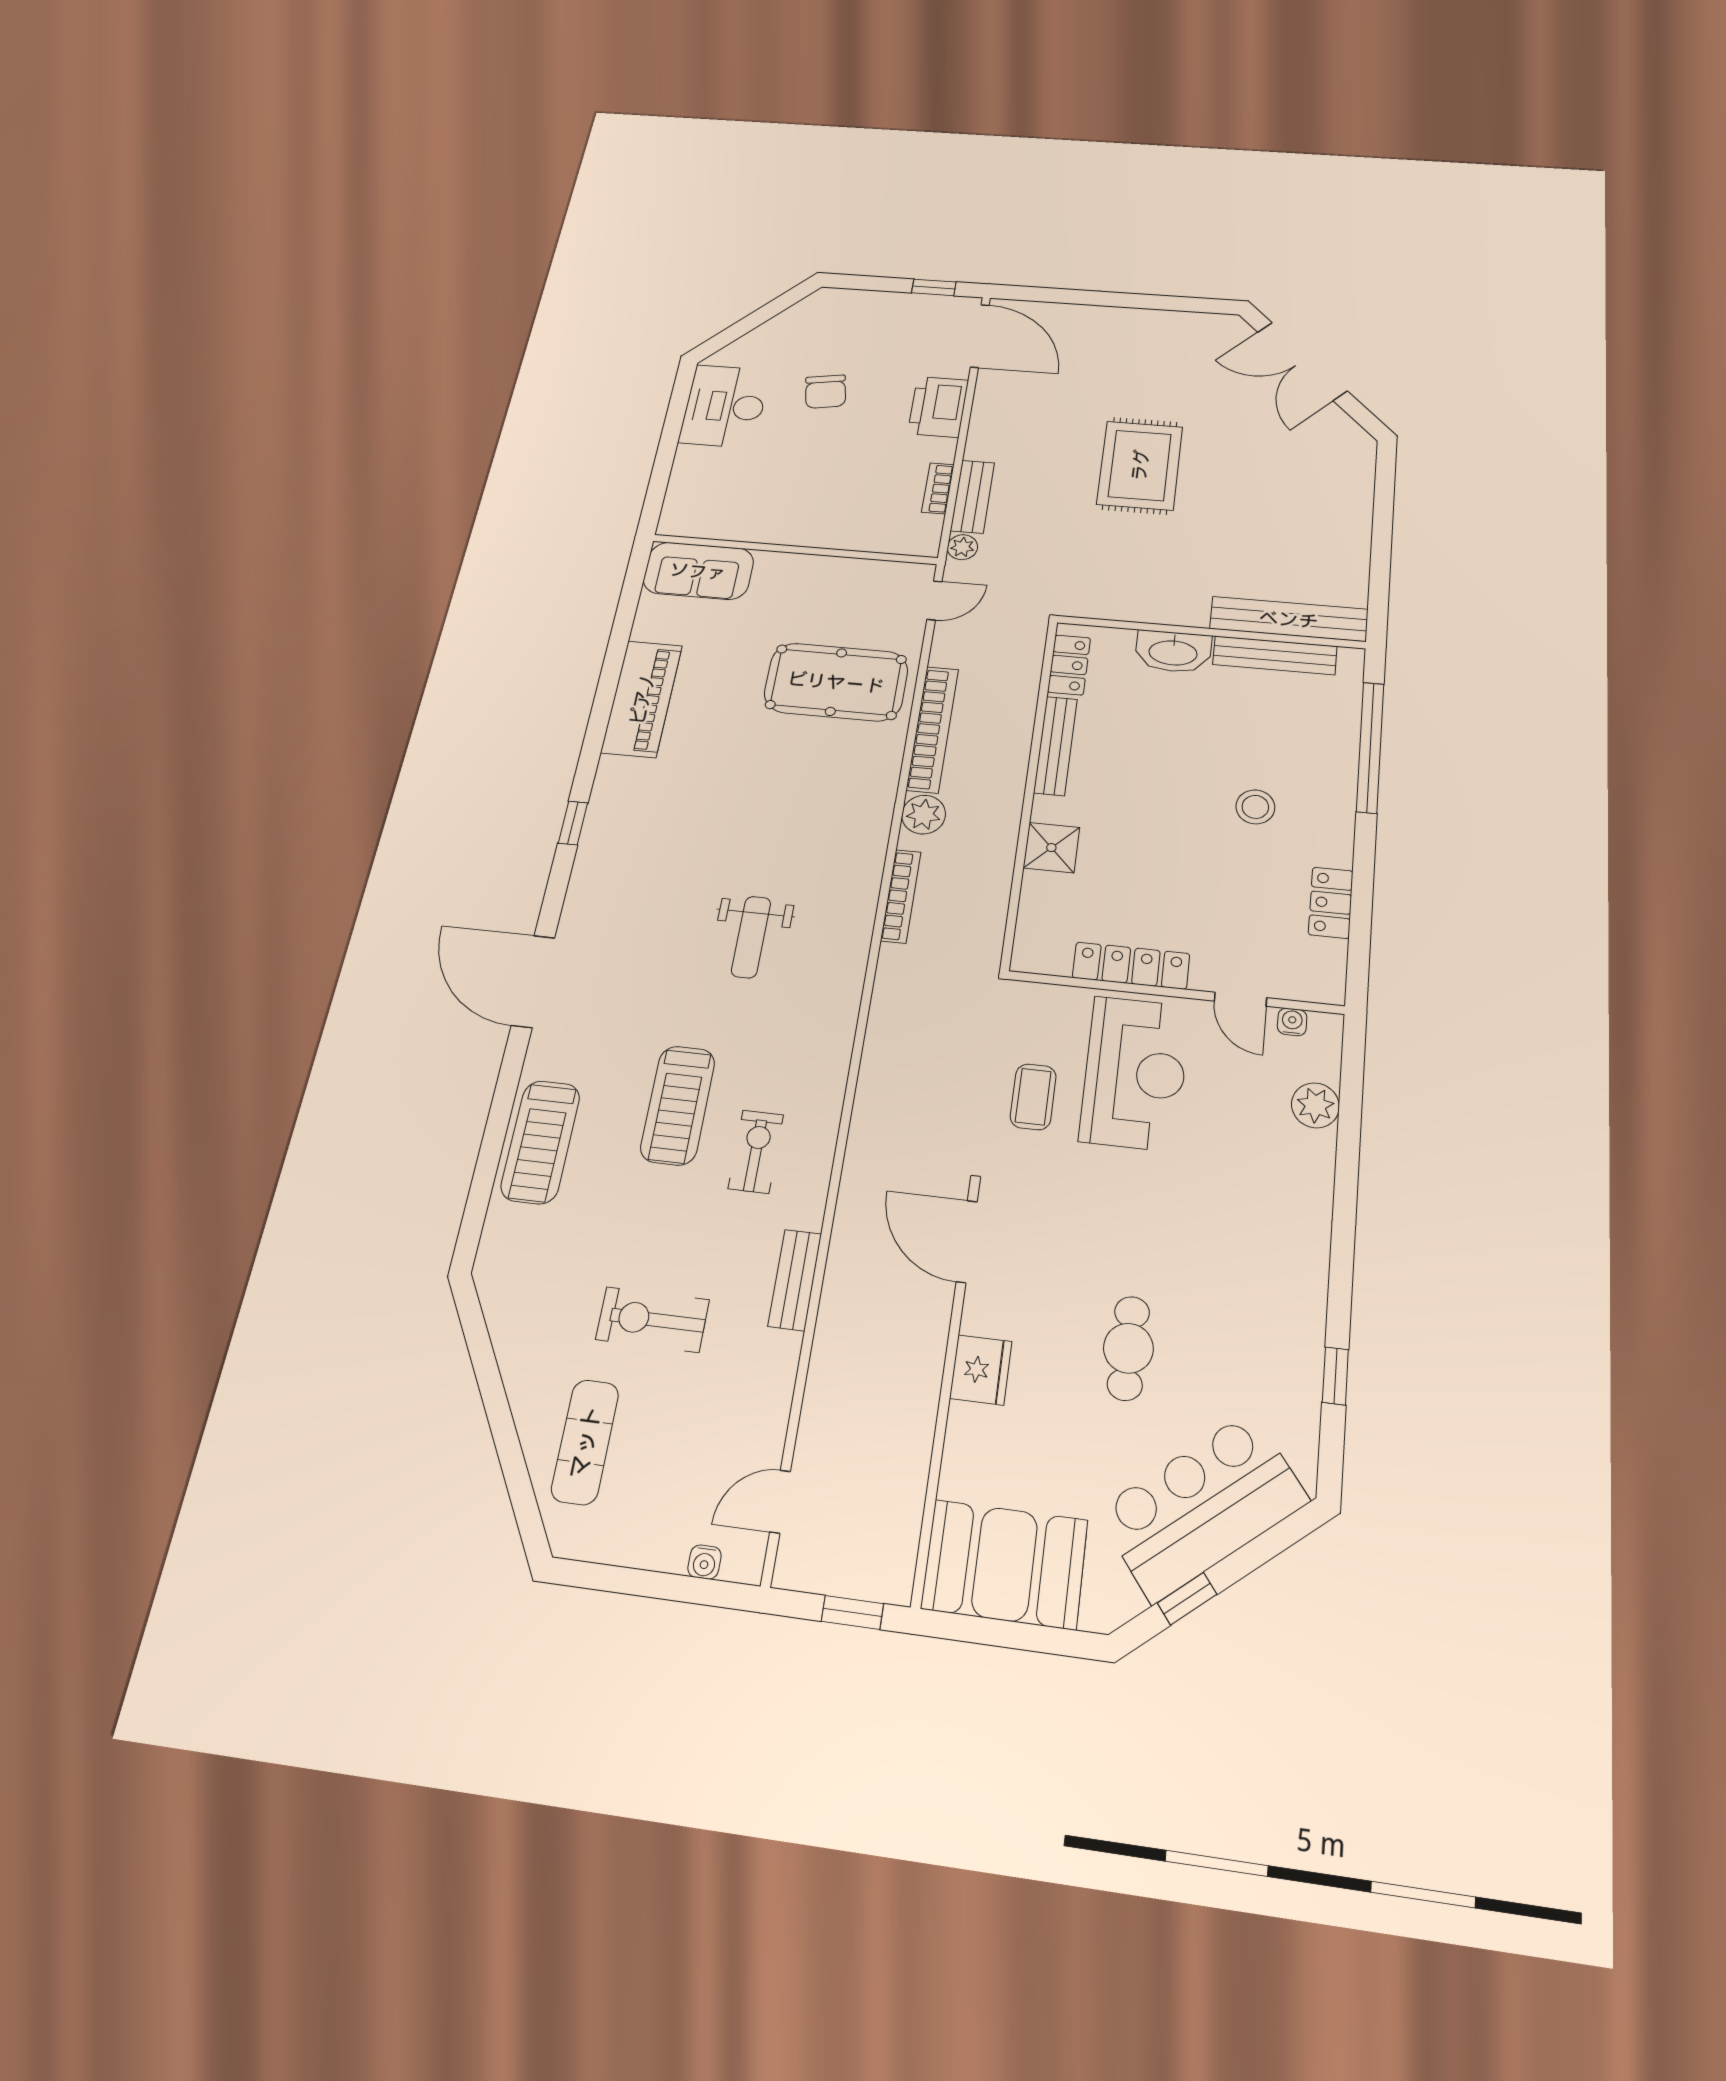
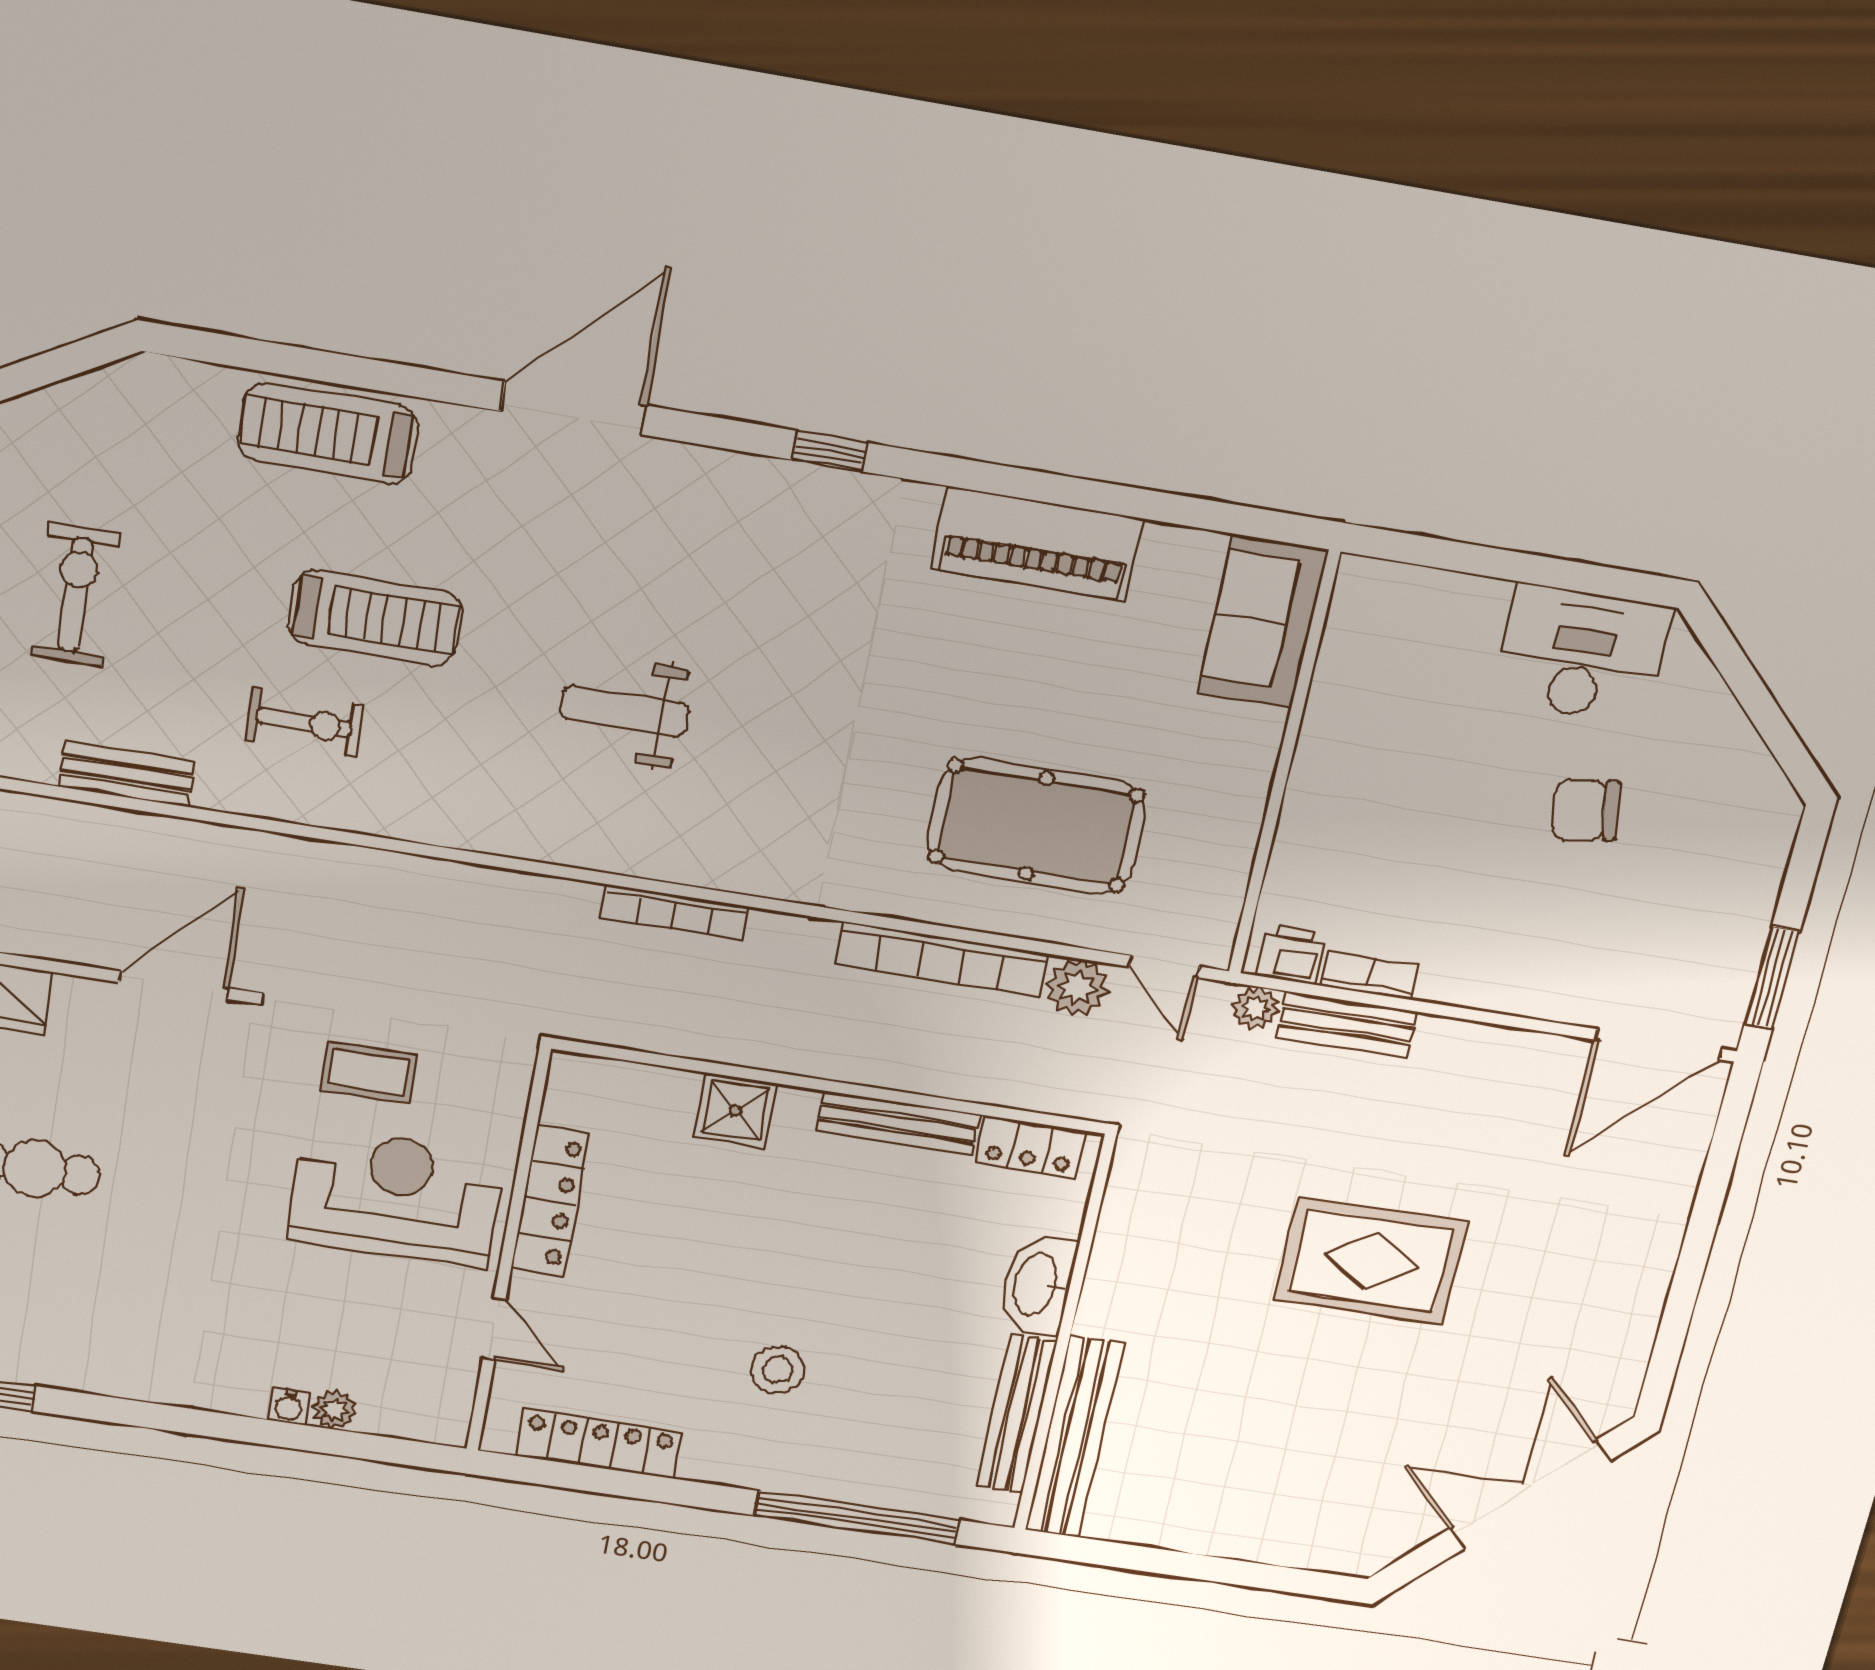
window: (934, 287) -> (1772, 978), width x1.50
printer: (938, 407) -> (1292, 955), moved, width x0.53, depth x0.68
pool table: (836, 682) -> (1036, 826), turned 90
plant: (924, 815) -> (1077, 988), moved
locker: (1331, 903) -> (599, 1444), width x1.53
door: (1240, 999) -> (494, 1329), swing flipped
water cooler: (1292, 1022) -> (289, 1406), moved, turned 90
reception desk: (1135, 1073) -> (397, 1197), turned 180
treadmill: (678, 1105) -> (375, 618), turned 180
plant: (1315, 1105) -> (334, 1410), width x0.73, depth x0.73

